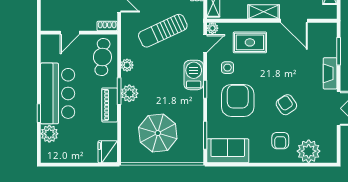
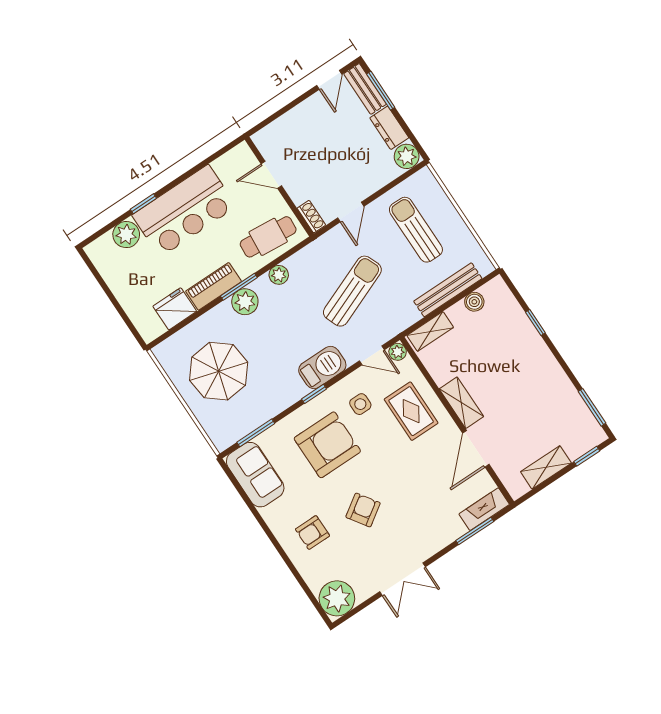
sun lounger: (163, 31) -> (352, 291), turned 93
fireplace: (330, 73) -> (484, 509), moved
plant: (309, 151) -> (337, 598), moved
fridge: (108, 152) -> (175, 309), moved

